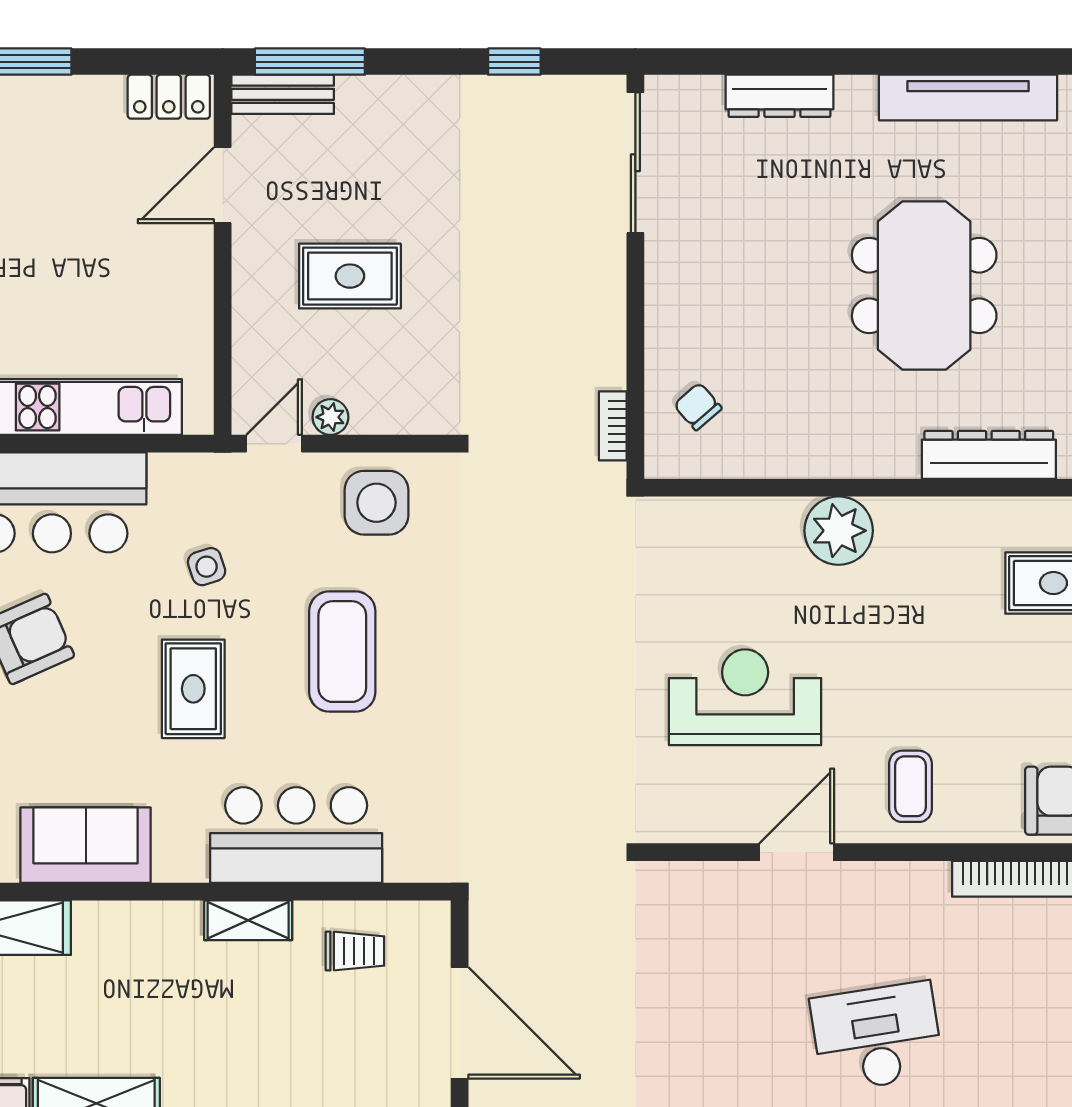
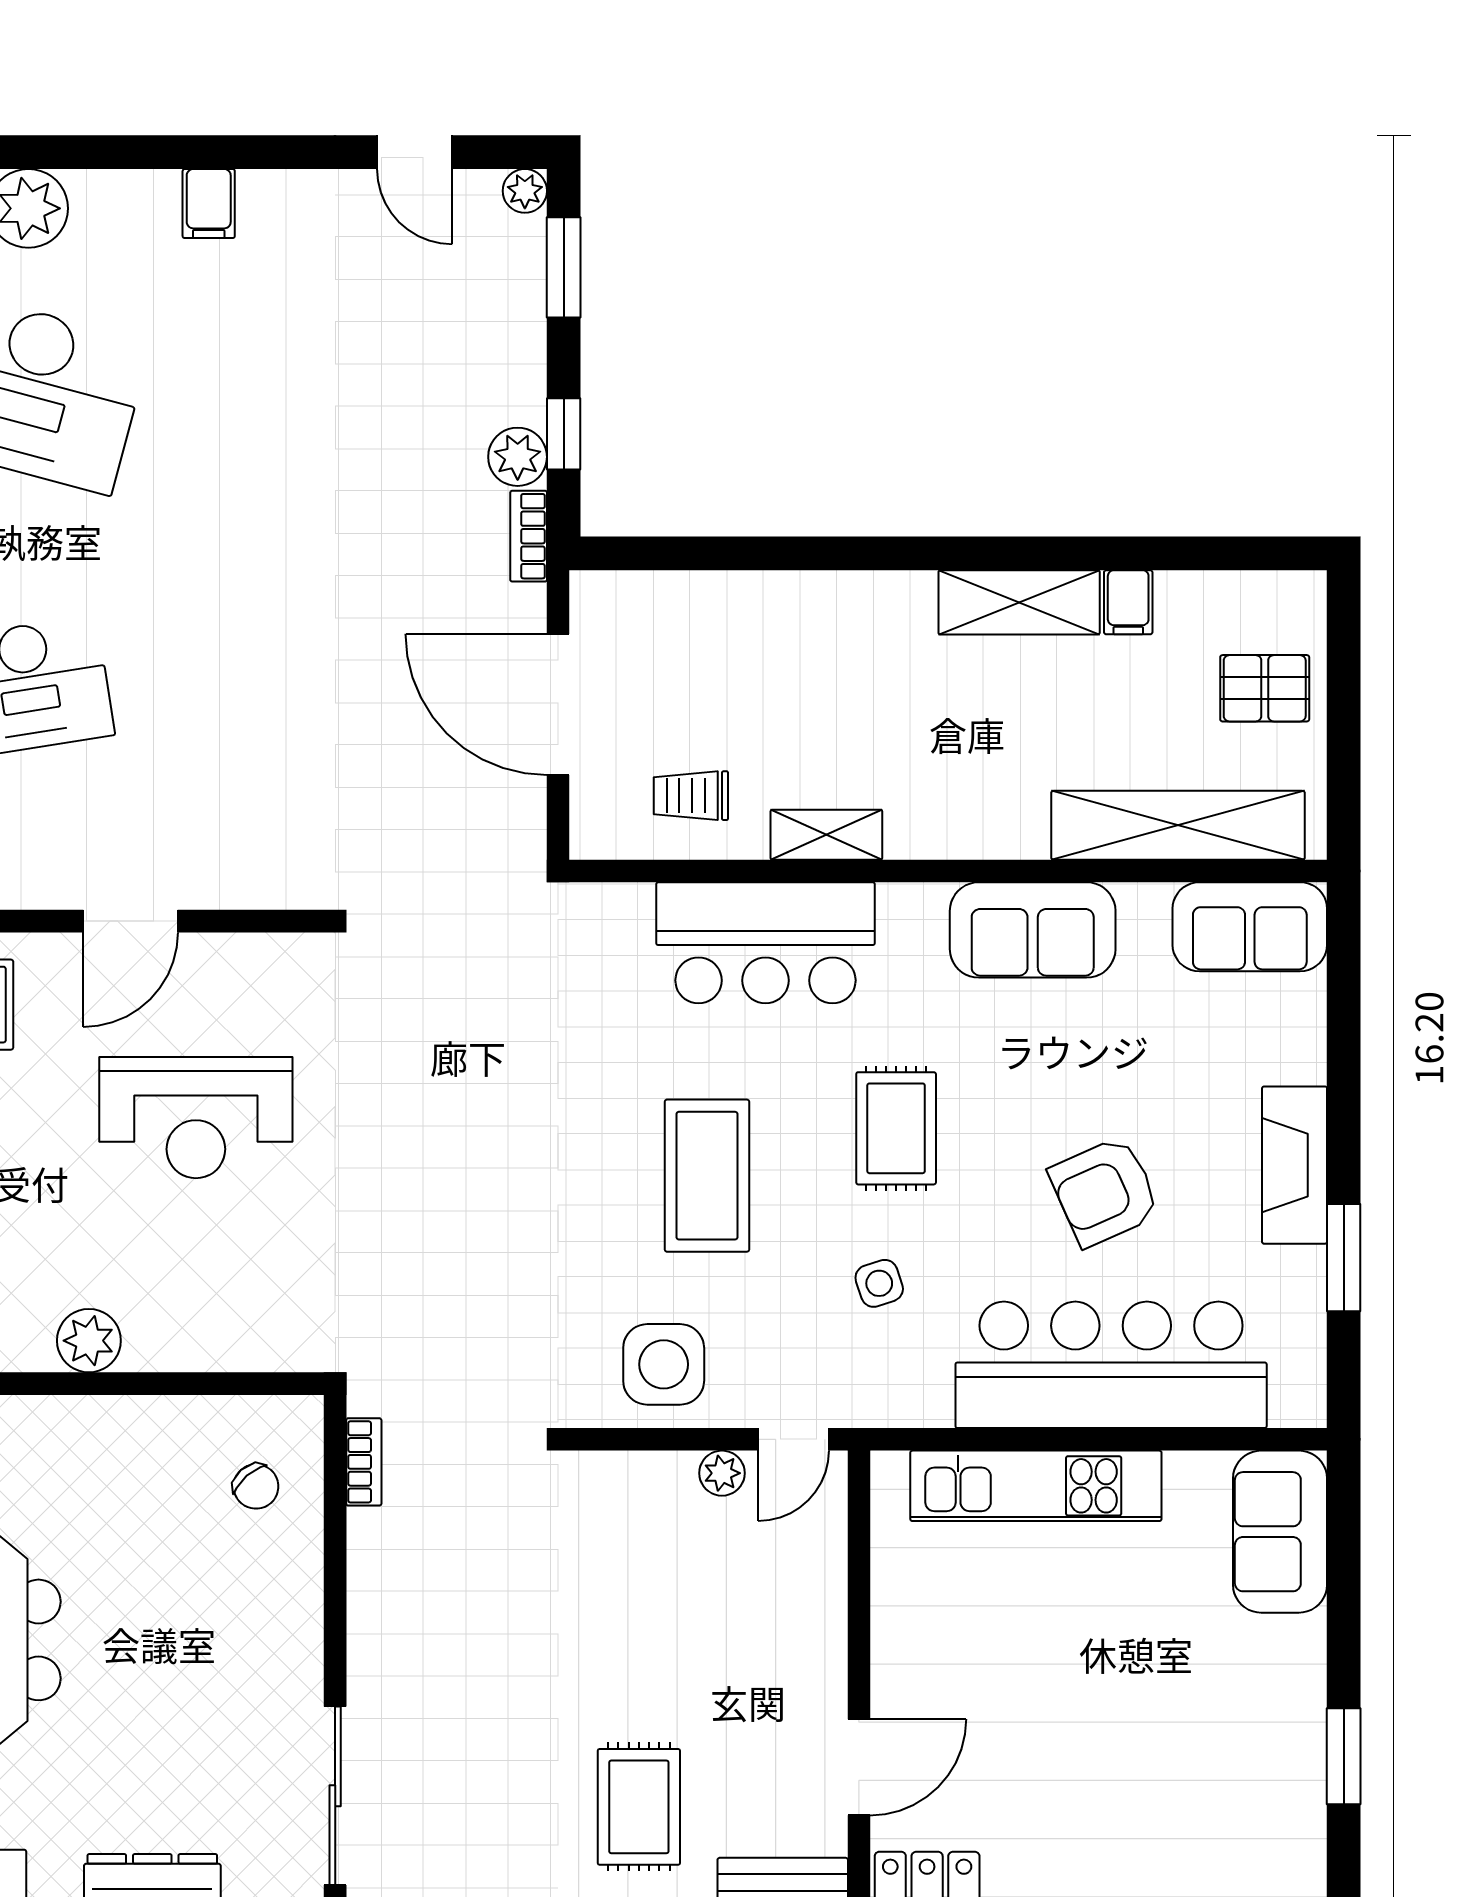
rug: (350, 276) -> (639, 1807), moved, turned 90
plant: (839, 531) -> (89, 1341), width x0.73, depth x0.73

